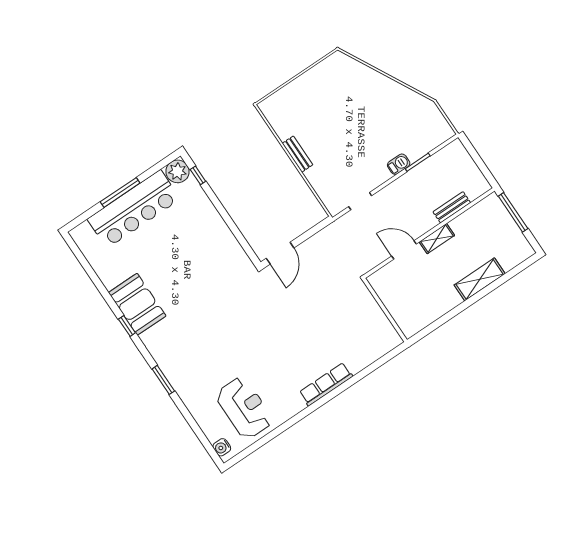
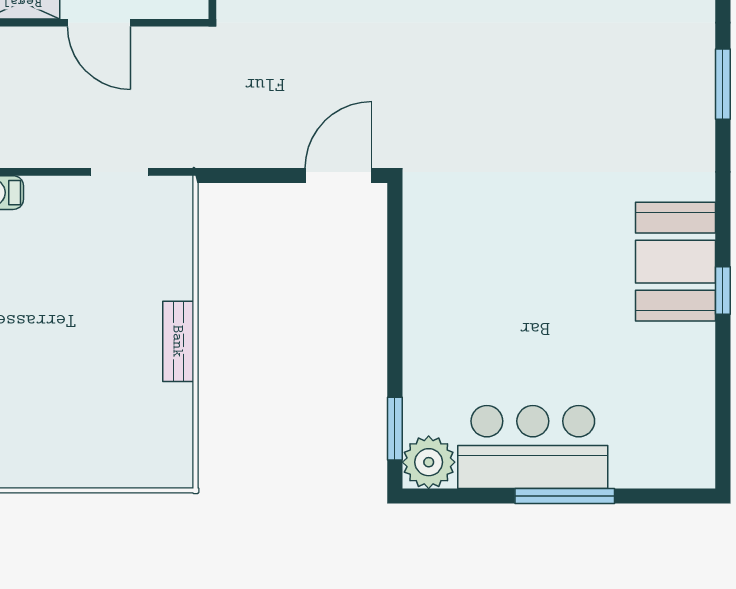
window: (198, 175) -> (395, 429), width x1.50
bar counter: (134, 209) -> (533, 447), width x0.73
window: (127, 326) -> (723, 291), moved

